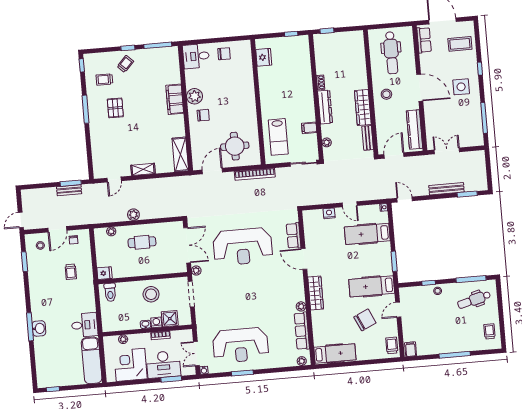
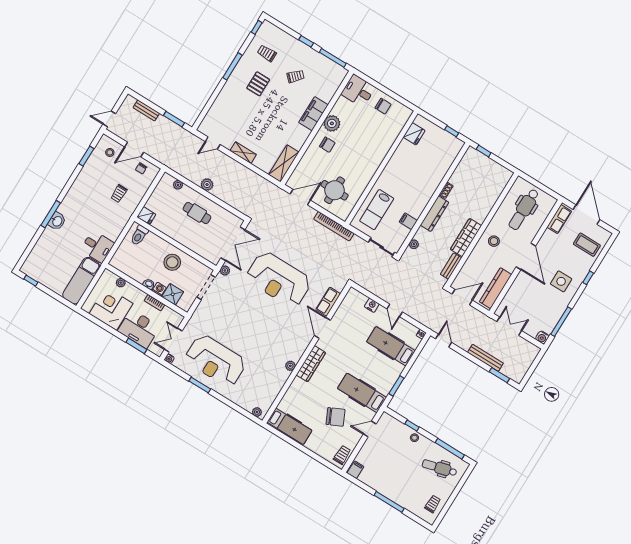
trolley: (125, 64) -> (295, 76), moved
water cooler: (479, 141) -> (542, 337), added
bench: (69, 190) -> (146, 110), moved
row of seats: (302, 331) -> (276, 387), removed

